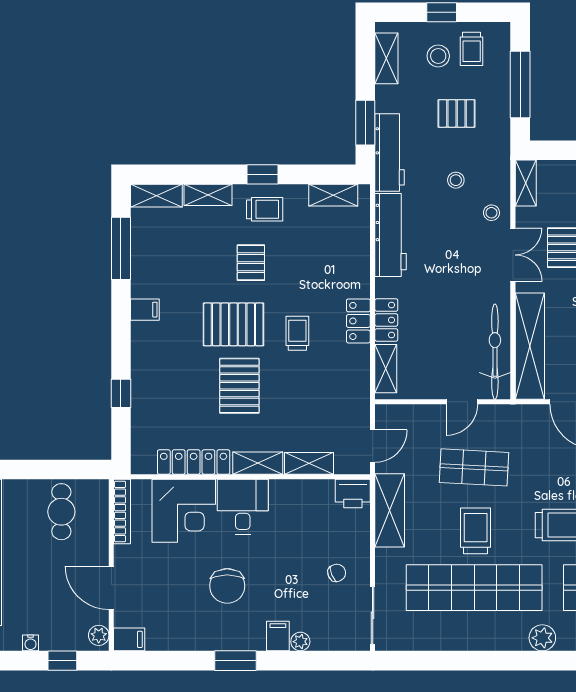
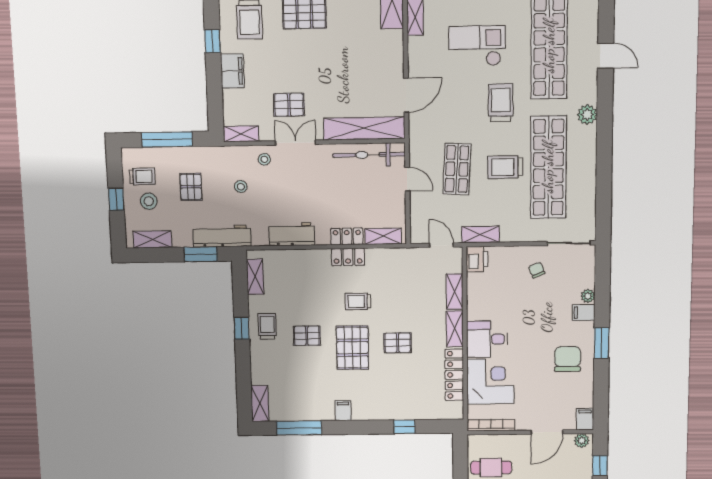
shelving: (208, 195) -> (258, 367), removed
workbench: (391, 235) -> (292, 234), width x0.73
pallet: (239, 386) -> (398, 343), width x0.67, depth x0.71
shelving: (390, 510) -> (480, 235), width x0.67, depth x0.75
chair: (227, 586) -> (568, 359), moved, turned -90

